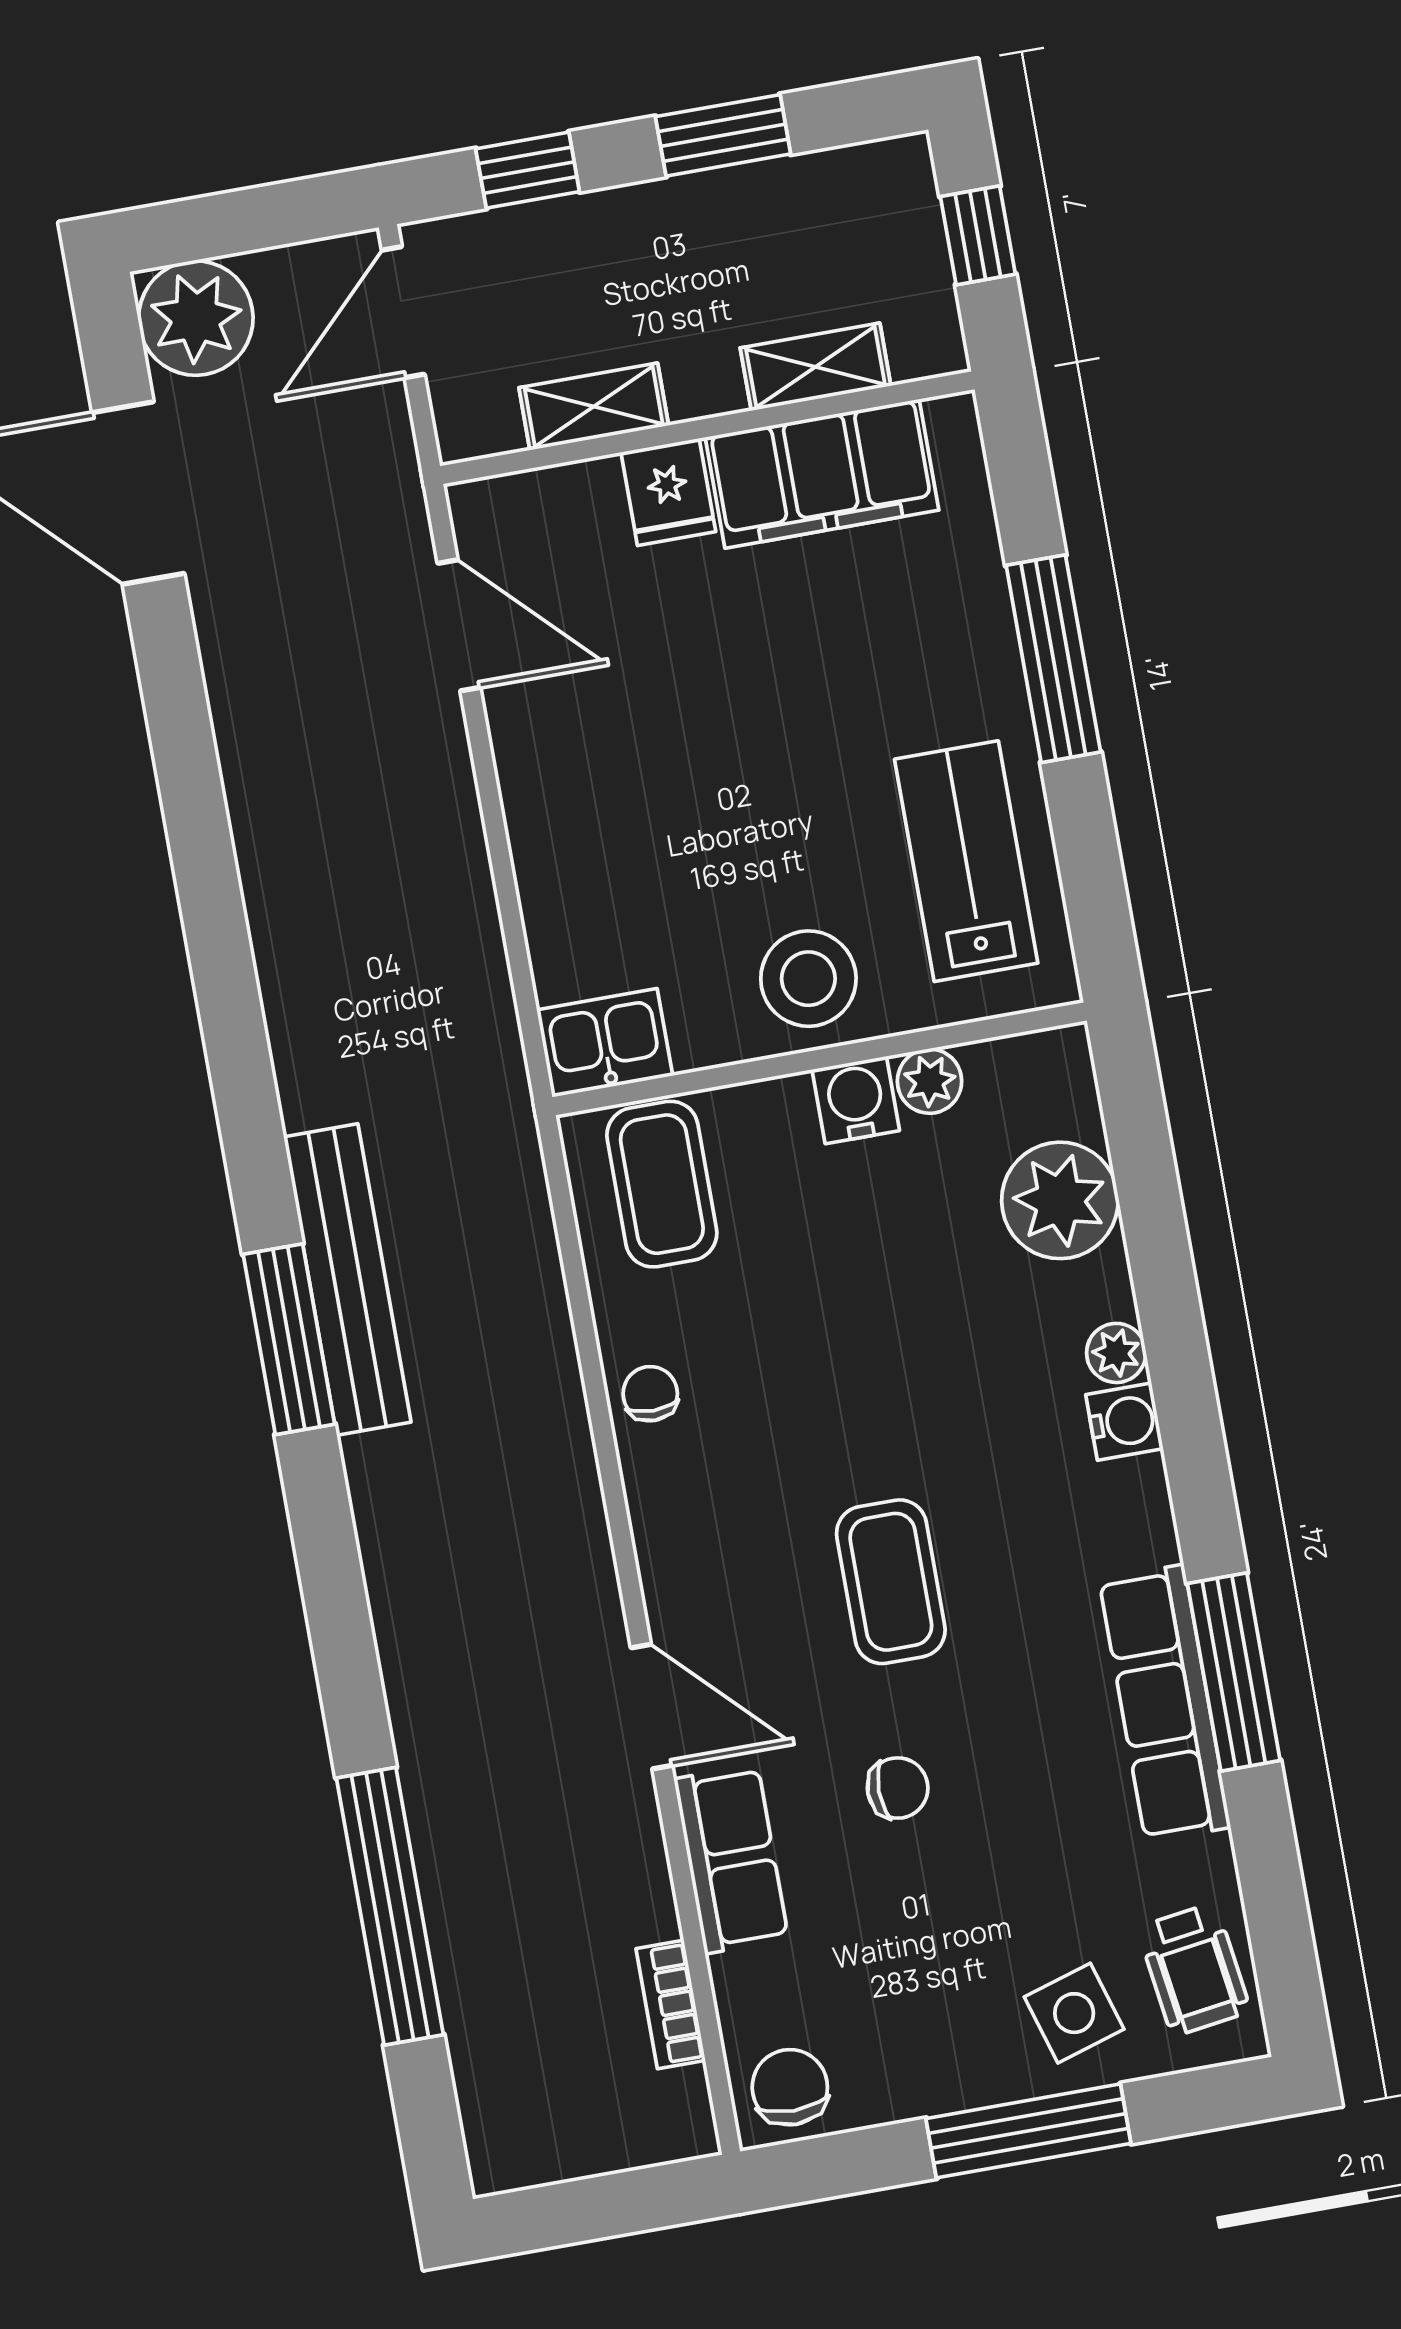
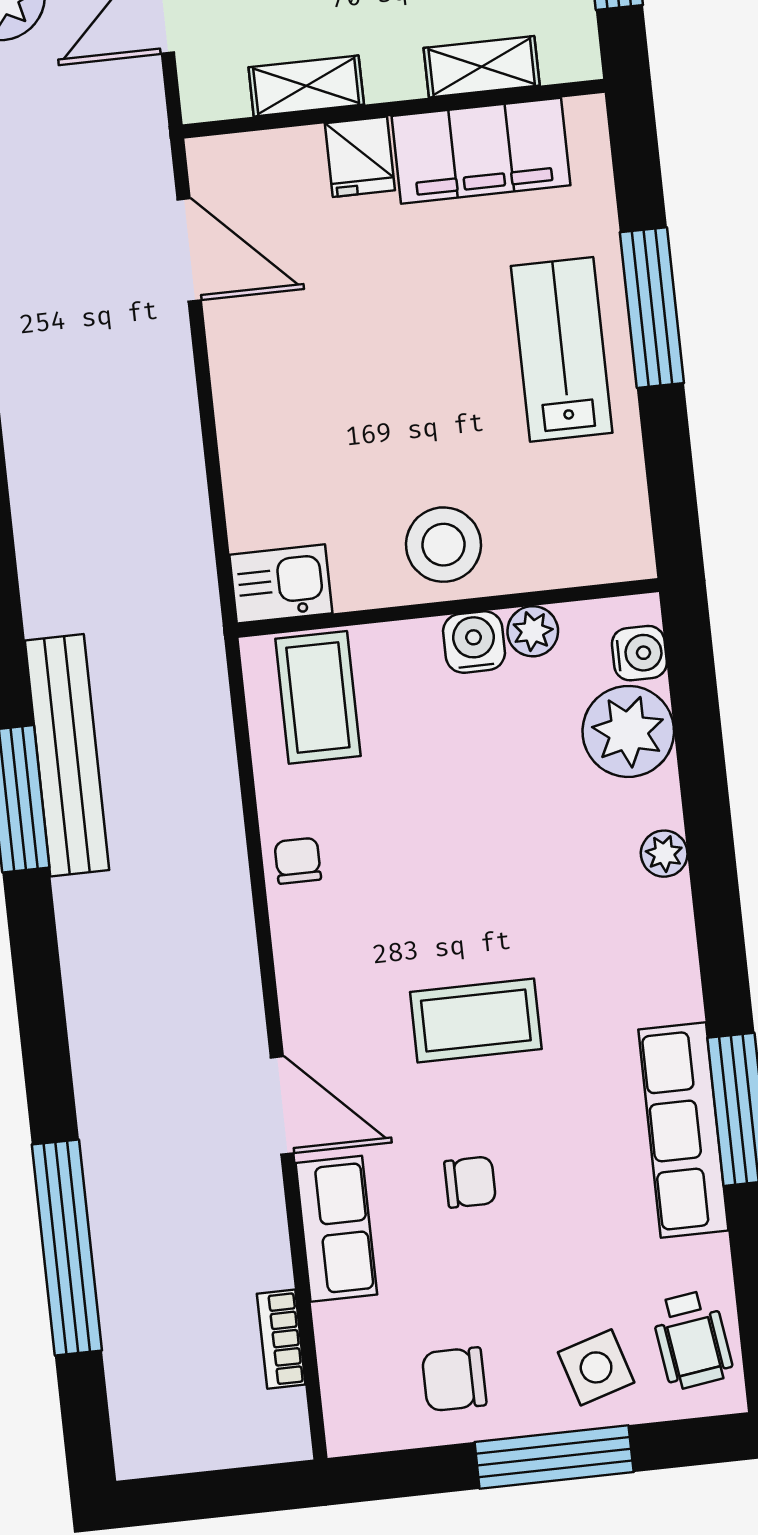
lab bench: (966, 861) -> (562, 349), moved
water cooler: (1125, 1422) -> (639, 653), moved
coffee table: (891, 1582) -> (476, 1020), turned 90
chair: (790, 2087) -> (454, 1379), moved, turned -90

